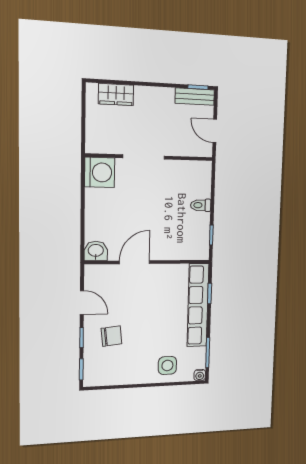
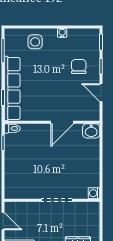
washing machine: (100, 172) -> (94, 193), width x0.53, depth x0.53
toilet: (201, 205) -> (12, 128), moved
chair: (112, 336) -> (79, 67), turned 96
water cooler: (200, 375) -> (62, 33), moved

